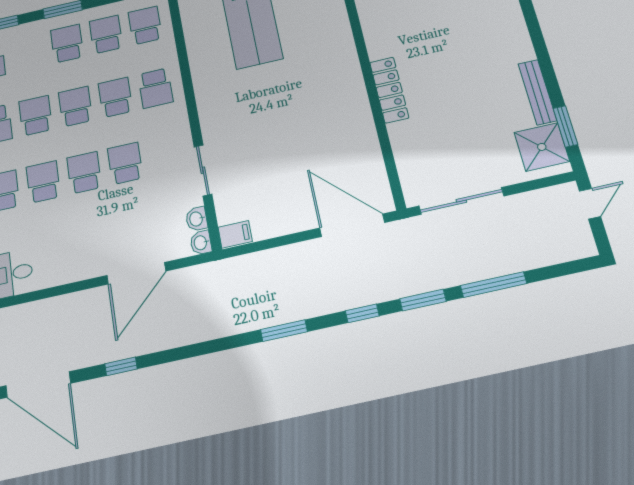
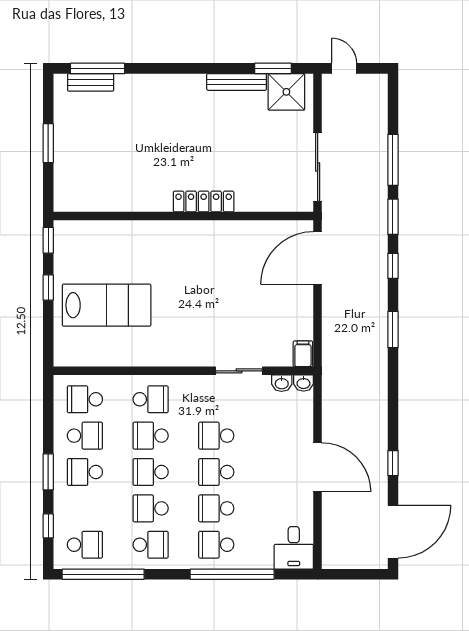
school desk: (106, 34) -> (85, 436), turned 180
door: (136, 273) -> (318, 467), moved

